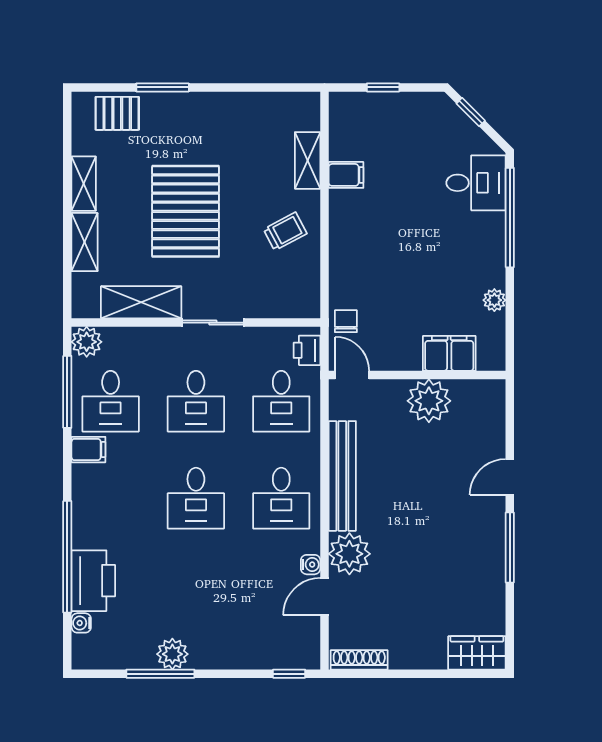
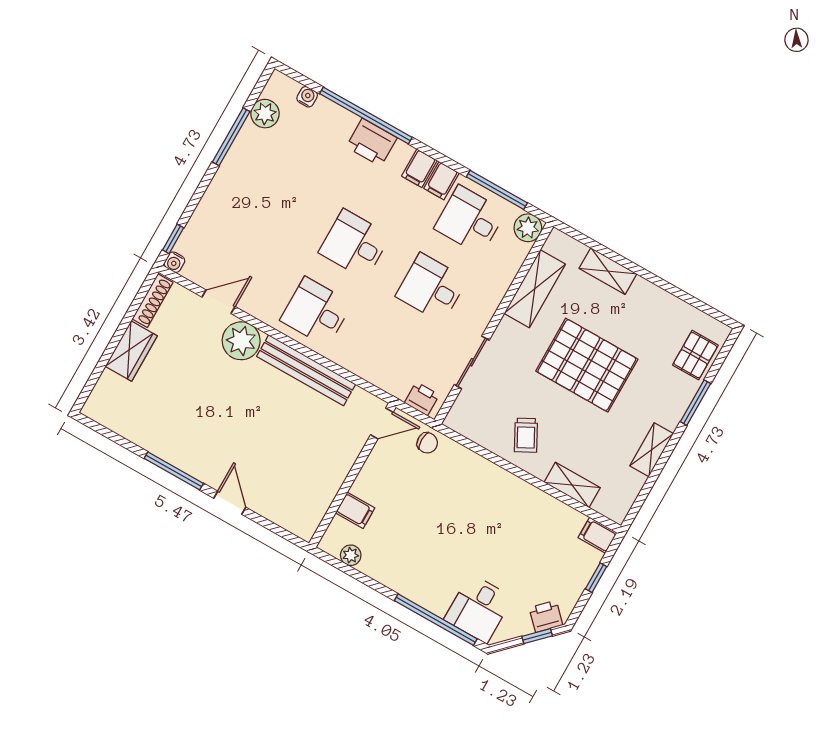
printer: (447, 114) -> (546, 616), added
filing cabinet: (346, 175) -> (598, 535), moved, turned 90
shelving: (84, 184) -> (652, 450), moved, turned 90
plant: (494, 300) -> (351, 555), moved
sliding door: (213, 323) -> (472, 362), moved
filing cabinet: (449, 353) -> (355, 510), width x0.50
desk: (281, 401) -> (393, 355), removed
plant: (429, 401) -> (327, 473), removed
filing cabinet: (89, 477) -> (419, 168), added
water cooler: (311, 565) -> (174, 262), moved
printer: (93, 581) -> (372, 142), moved, width x0.73, depth x0.84
door: (324, 597) -> (218, 302), hinge flipped
wardrobe: (477, 653) -> (131, 351), moved
plant: (172, 654) -> (265, 114), moved

